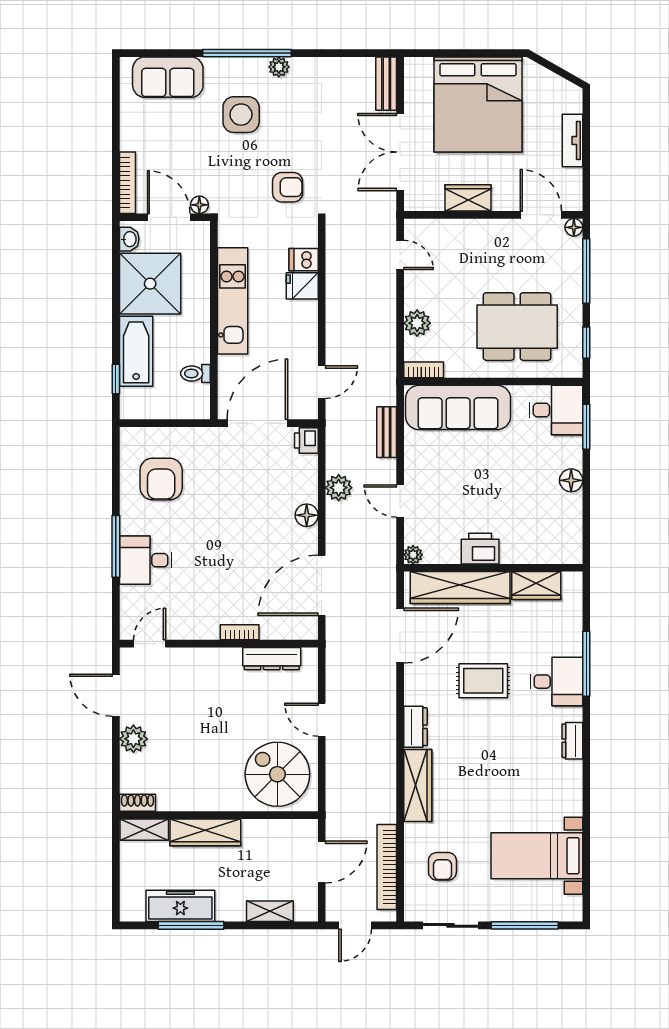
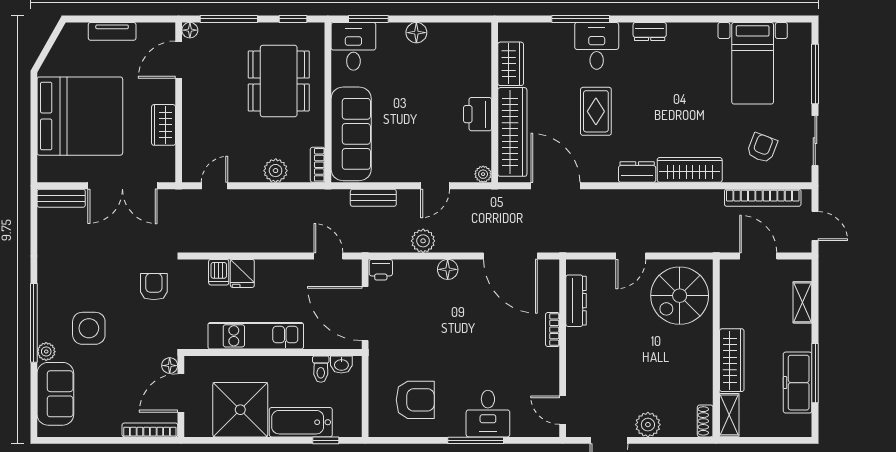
plant: (279, 67) -> (46, 352), moved
washbasin: (129, 239) -> (341, 365), moved, turned 180
armchair: (442, 866) -> (762, 148), turned -69

